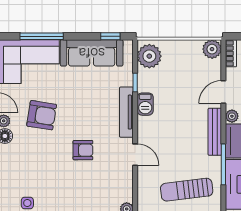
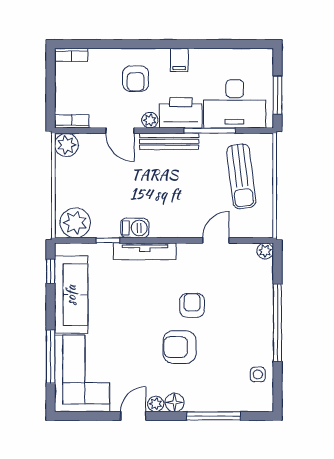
armchair: (42, 115) -> (180, 347), moved, turned -99
door: (135, 155) -> (216, 240), moved

